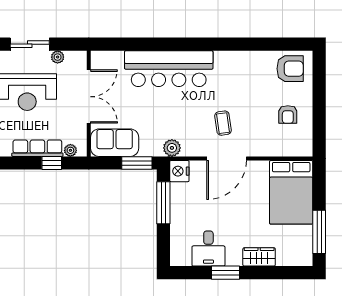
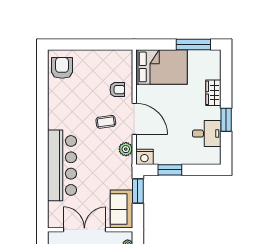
armchair: (288, 115) -> (117, 90), moved
plant: (172, 148) -> (126, 149), moved
window: (163, 203) -> (170, 170), width x0.69

